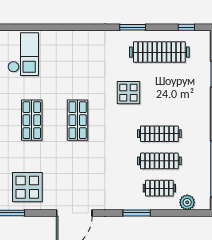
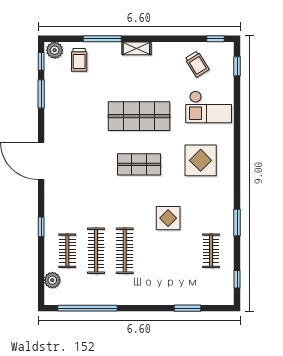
clothes rail: (159, 52) -> (211, 251), width x0.54, depth x0.76
shop shelf: (32, 120) -> (139, 116), width x1.43, depth x1.36
display table: (27, 187) -> (201, 160), moved
window: (137, 213) -> (41, 227), width x0.67

